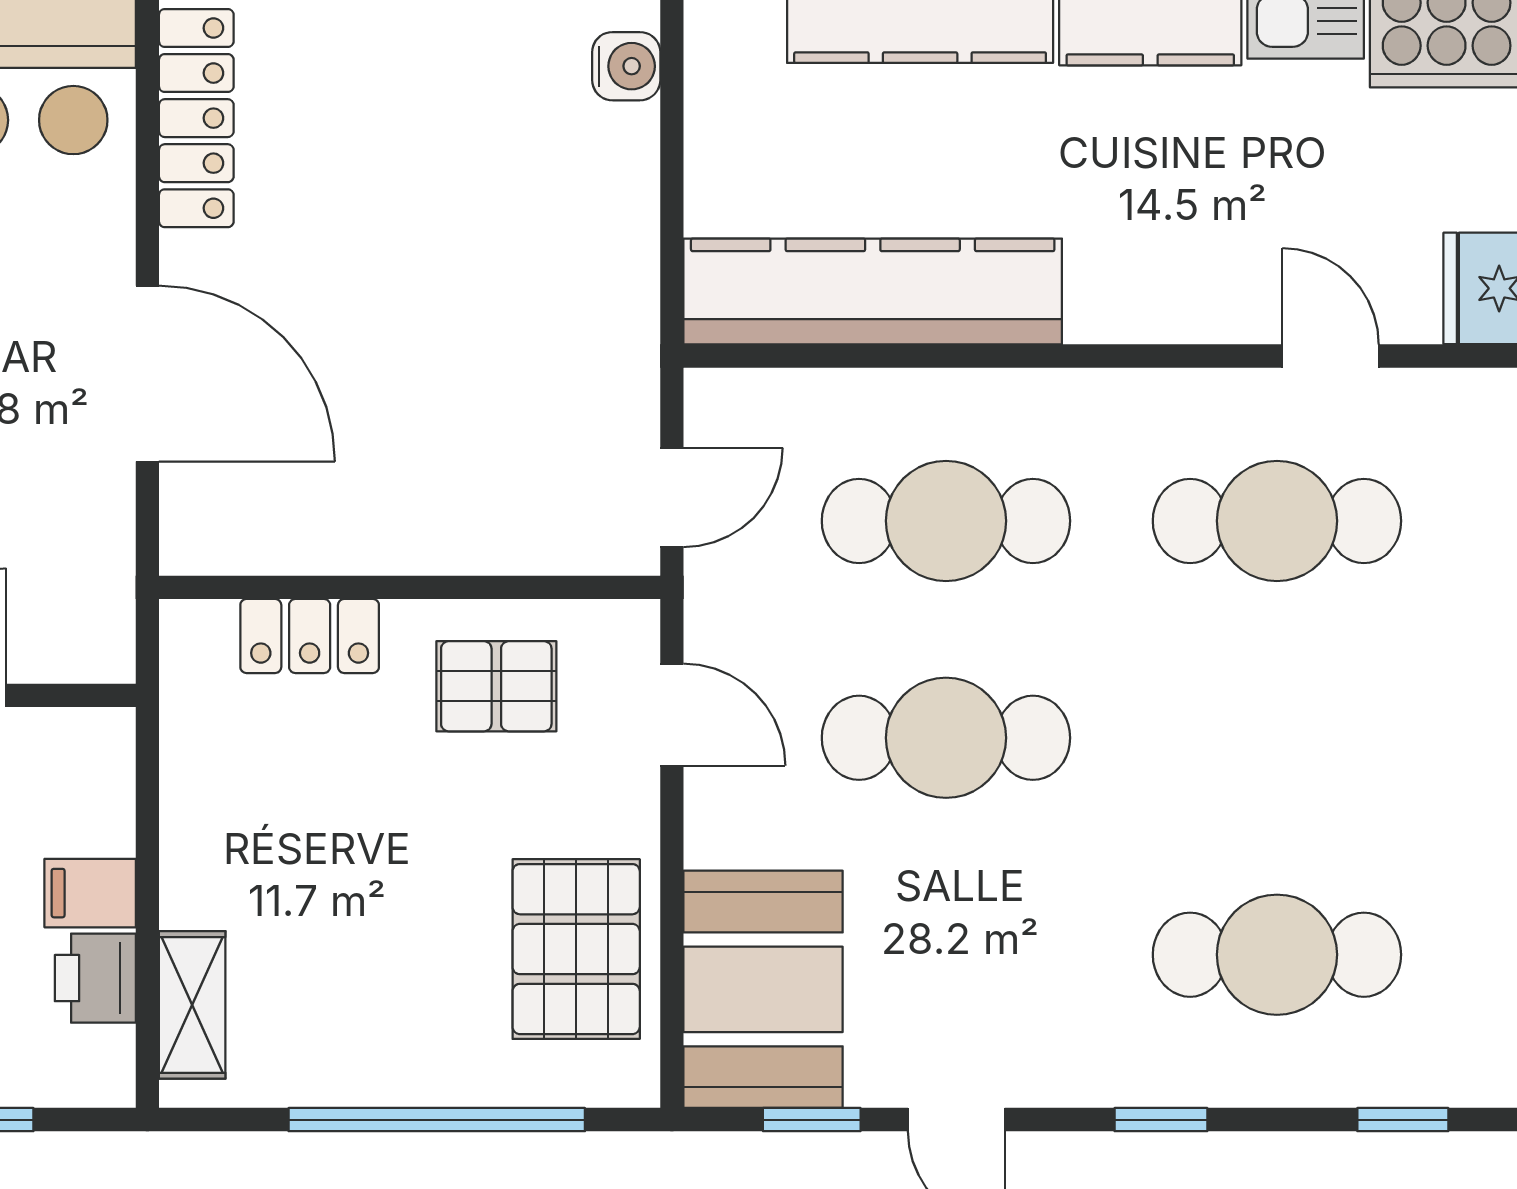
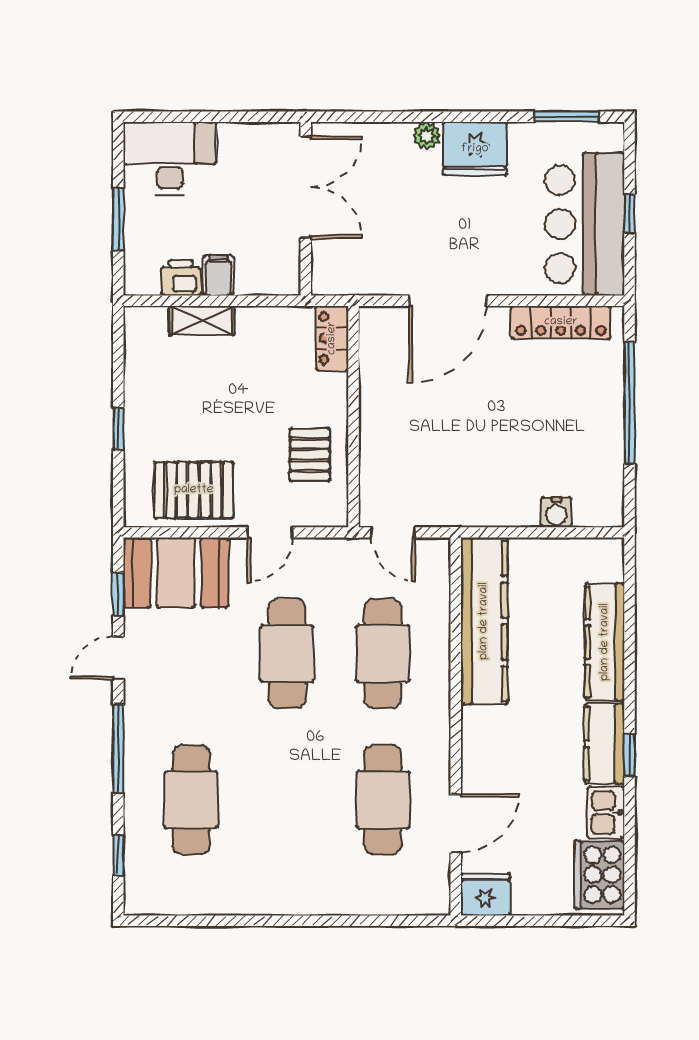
water cooler: (626, 66) -> (556, 512), moved
door: (1331, 356) -> (456, 823), width x1.38
locker: (310, 636) -> (332, 338), moved
door: (672, 715) -> (270, 532), moved
shelving: (192, 1005) -> (202, 320), moved
window: (437, 1120) -> (118, 429), width x0.32
window: (1161, 1120) -> (118, 748), width x2.17

